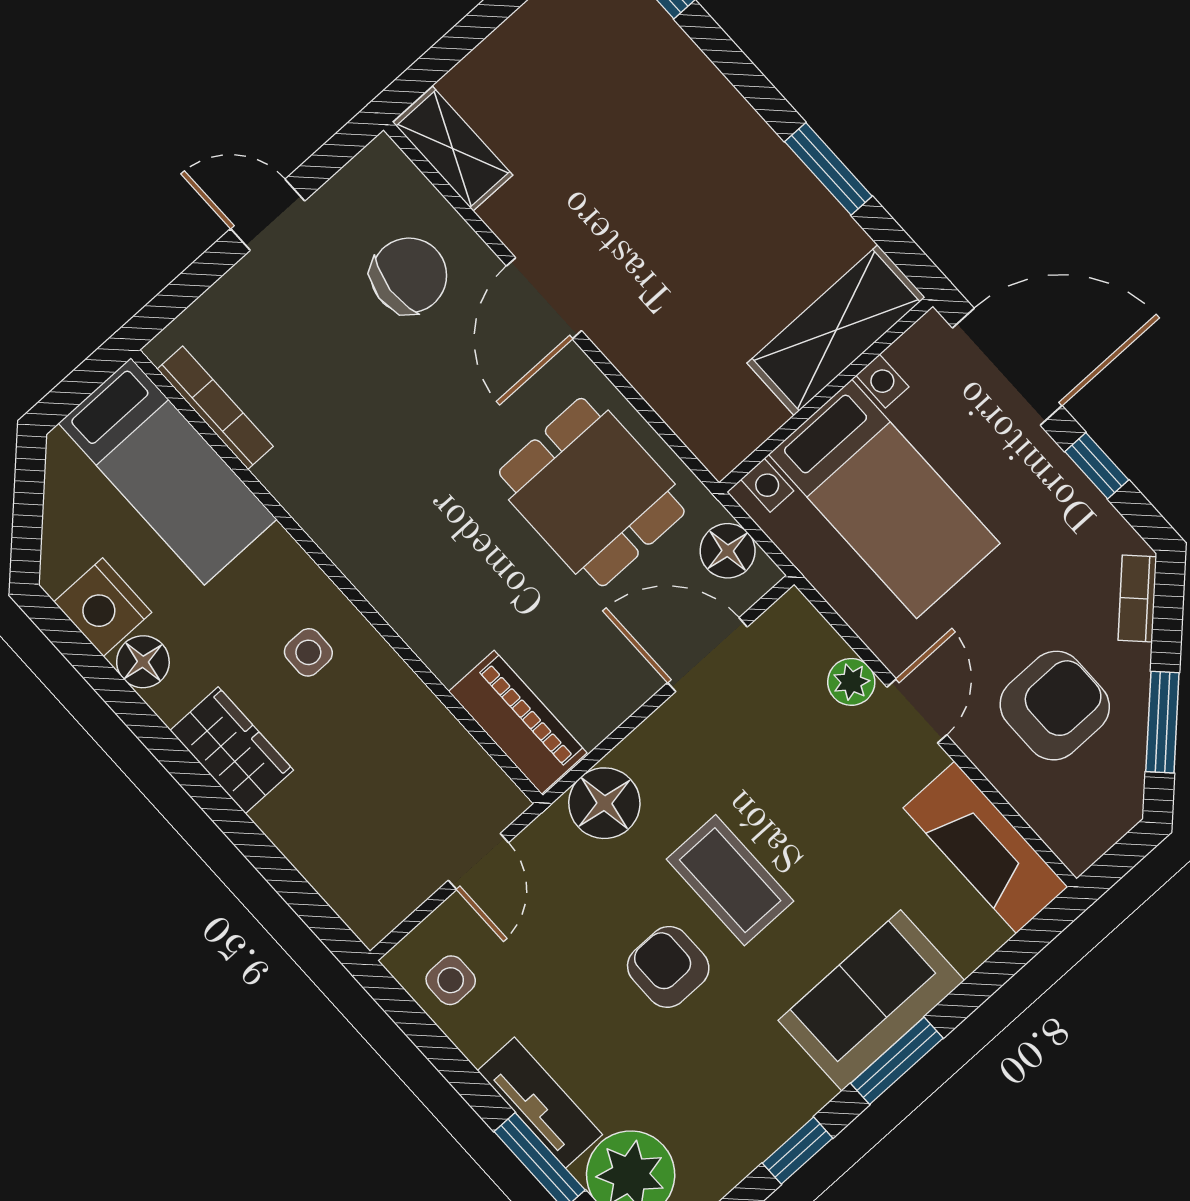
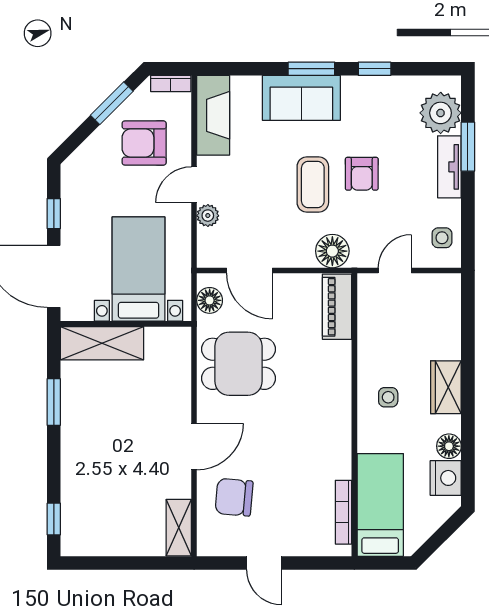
dining table: (592, 492) -> (239, 364), turned 90
bookcase: (1137, 599) -> (171, 83), moved, turned 45

